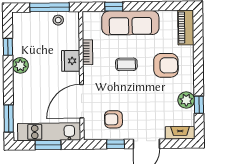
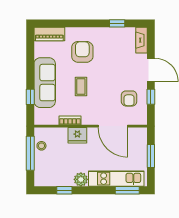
plant: (186, 100) -> (113, 34), removed
kitchen unit: (49, 132) -> (116, 179), moved, turned 90

